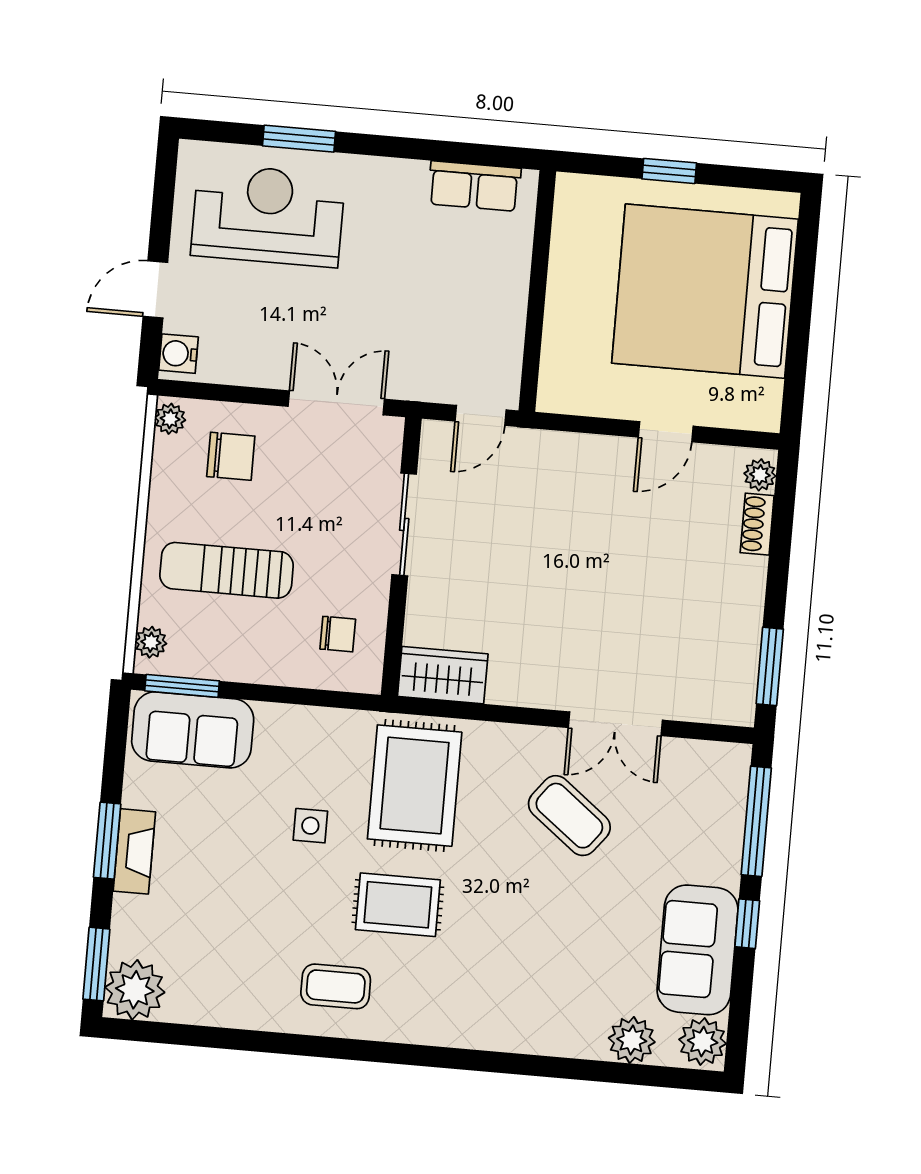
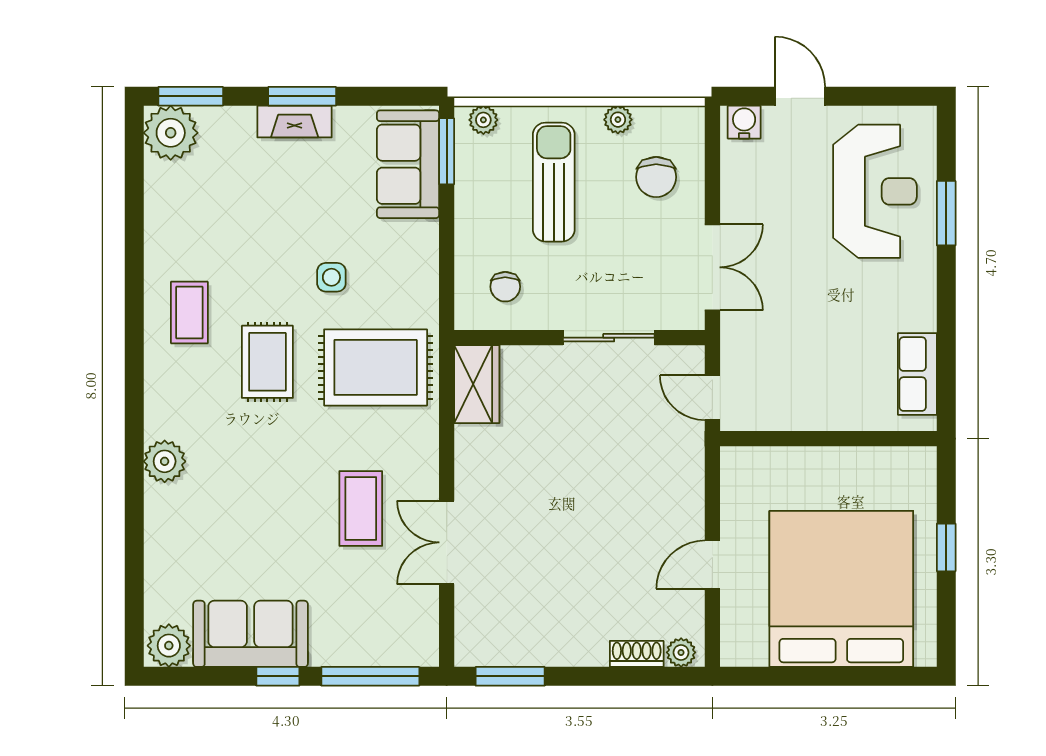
plant: (170, 419) -> (618, 120), moved
door: (666, 432) -> (712, 565), hinge flipped
coffee table: (569, 816) -> (361, 508), turned -38
plant: (632, 1040) -> (165, 461), moved

